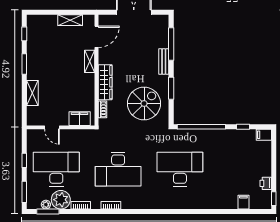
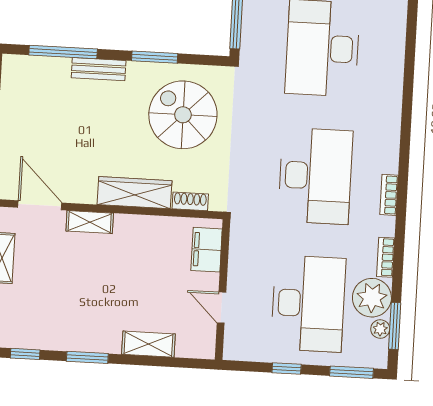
door: (52, 127) -> (222, 308), swing flipped
desk: (56, 169) -> (308, 304), turned 180

